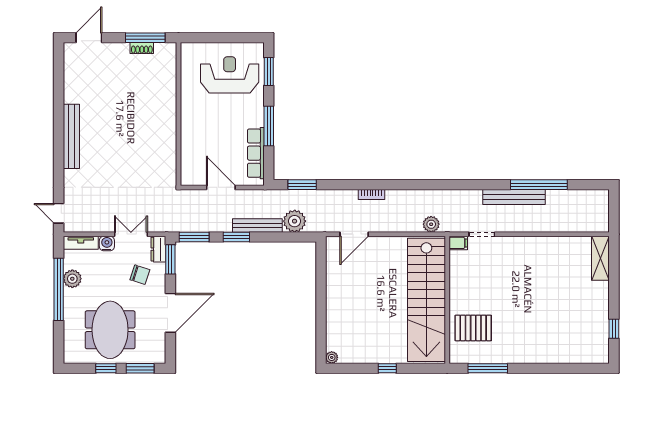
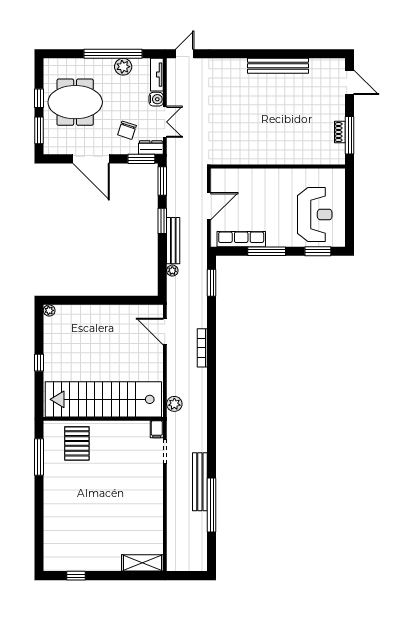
bench: (71, 136) -> (278, 66), moved
bookcase: (372, 194) -> (202, 348), width x1.56
plant: (295, 221) -> (172, 271), width x0.53, depth x0.53

